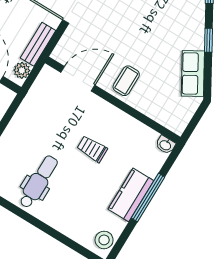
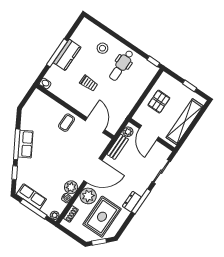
window: (208, 40) -> (17, 144), width x2.17
row of seats: (193, 73) -> (26, 144), moved
door: (78, 79) -> (95, 125), swing flipped
stool: (104, 240) -> (102, 48), moved

